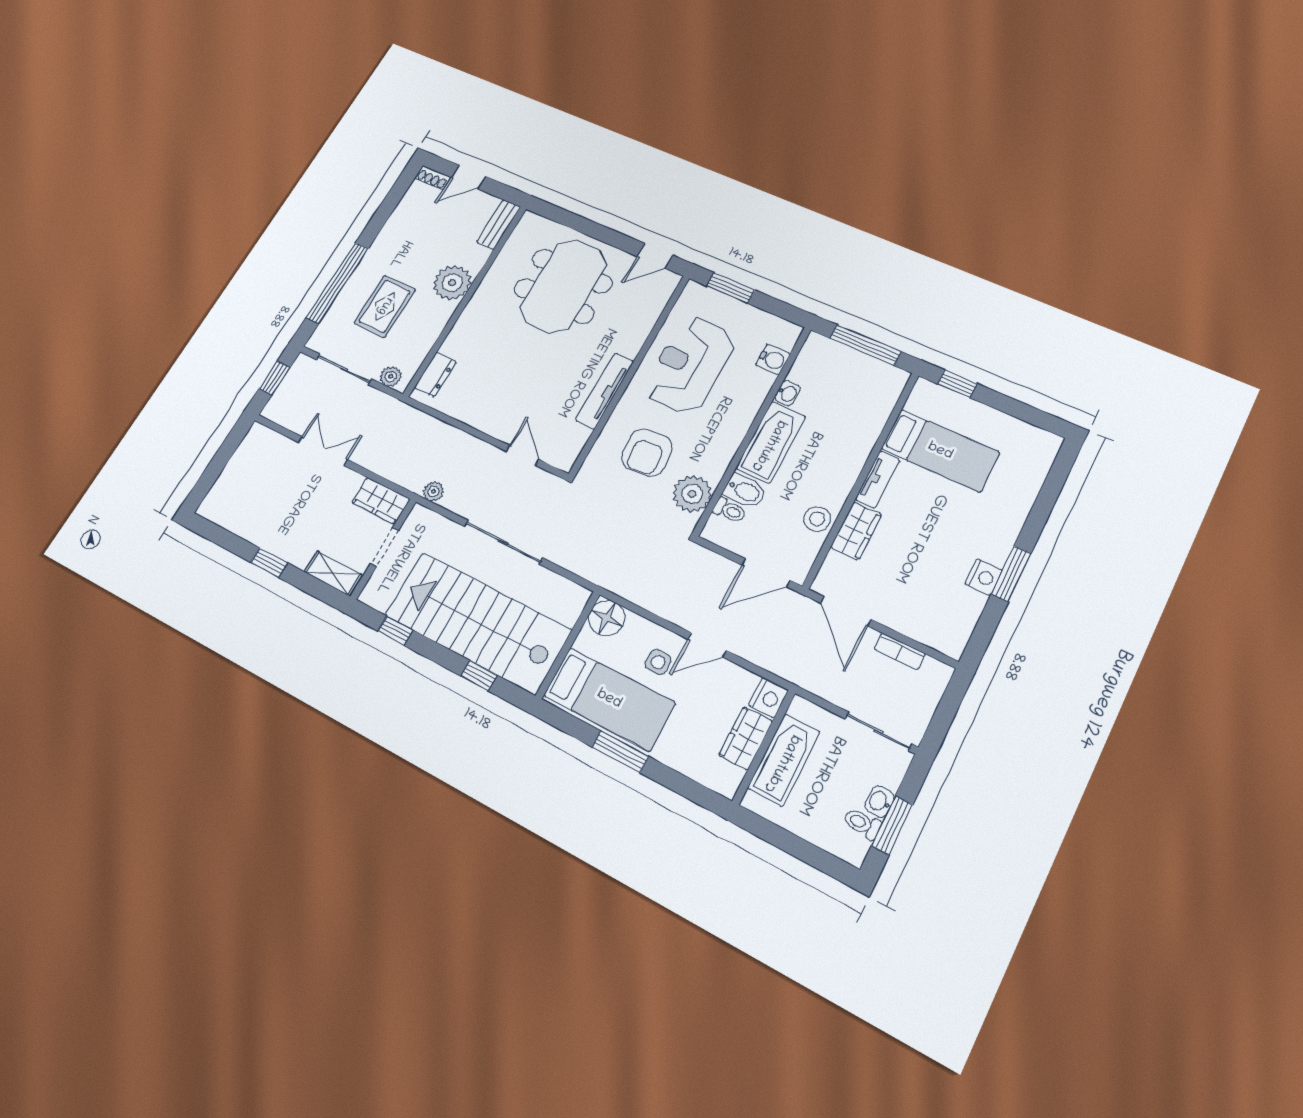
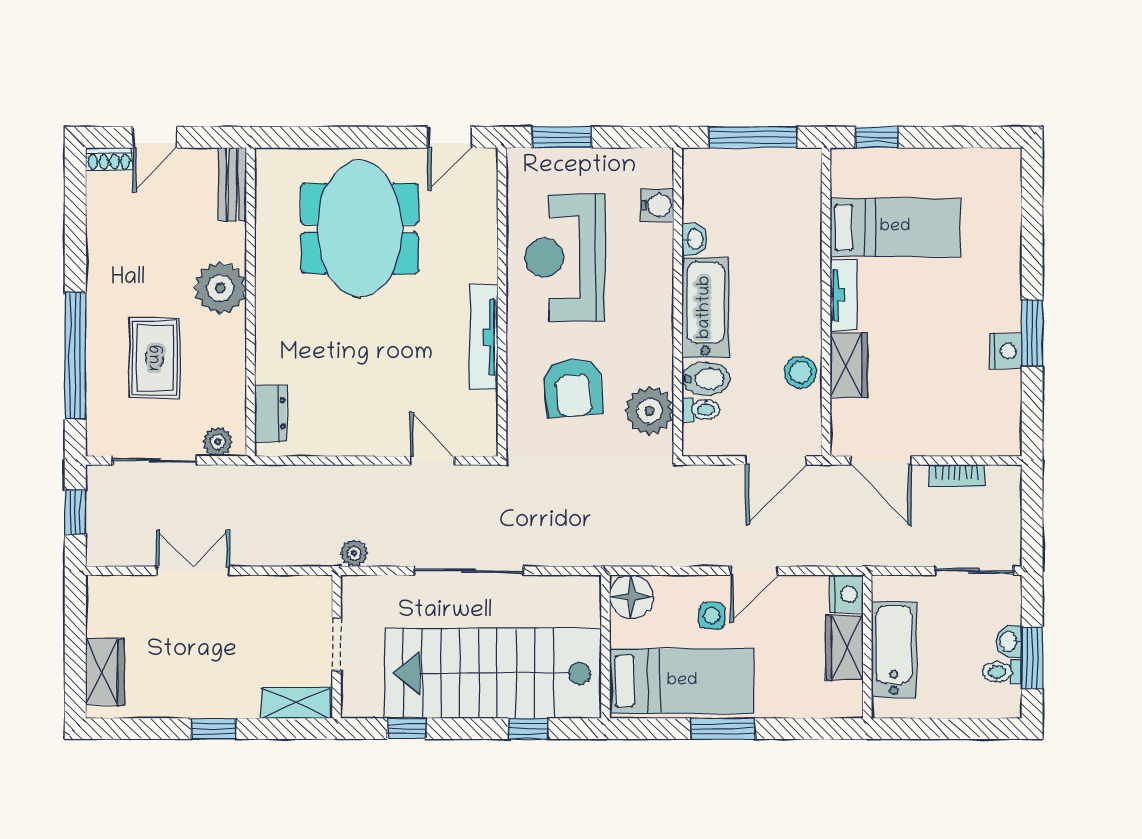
wardrobe: (381, 501) -> (105, 672), moved, turned -90

